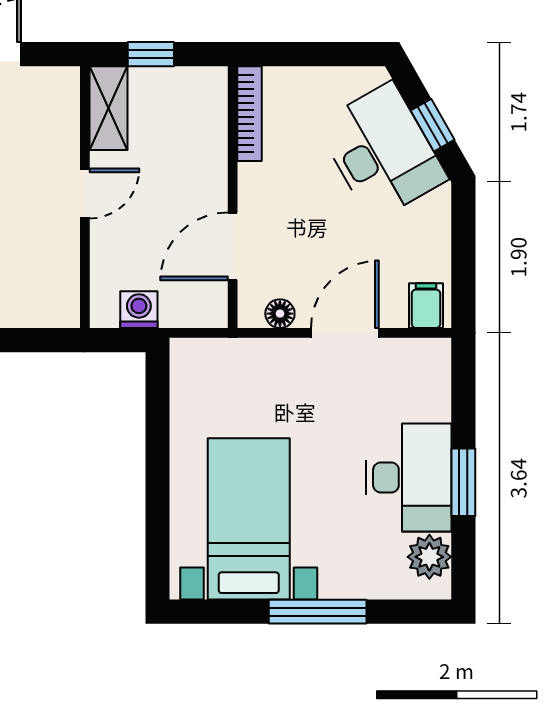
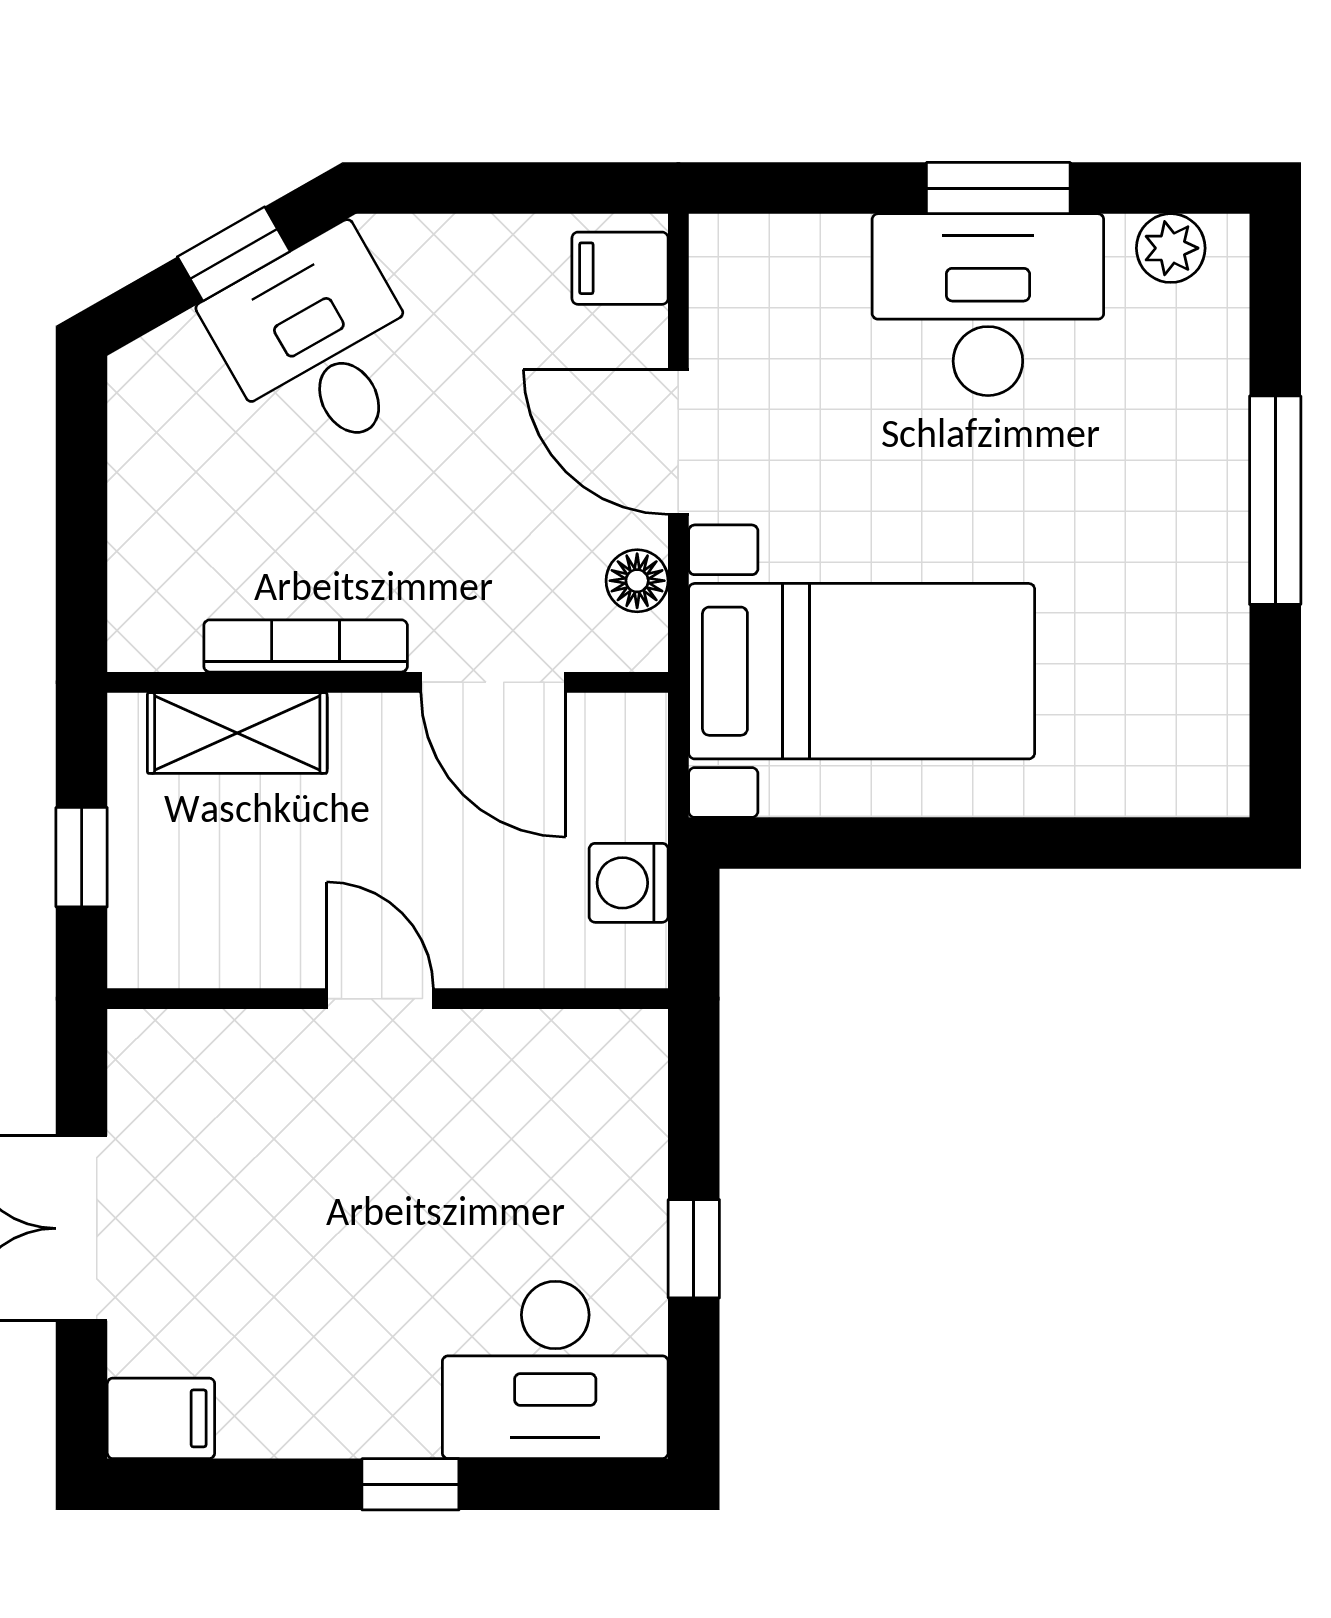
shelving: (108, 108) -> (237, 733), moved
bookcase: (250, 114) -> (306, 646), moved
desk: (382, 152) -> (319, 346), width x0.73
bed with nightstands: (249, 519) -> (862, 671), moved, turned 180
plant: (429, 557) -> (1171, 248), width x0.73, depth x0.73

